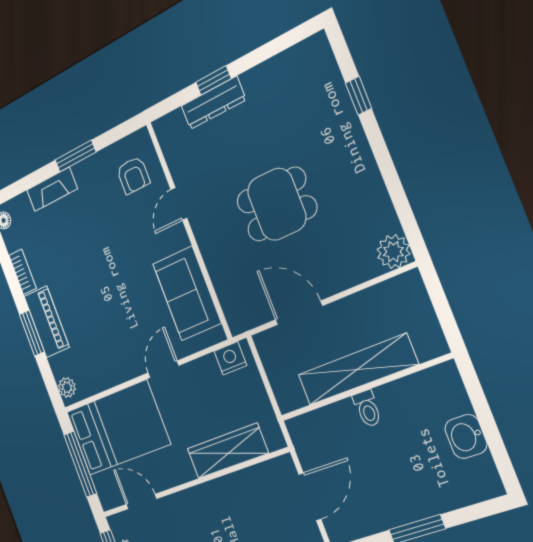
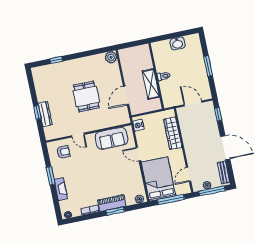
shelving: (357, 370) -> (151, 84), width x0.68

